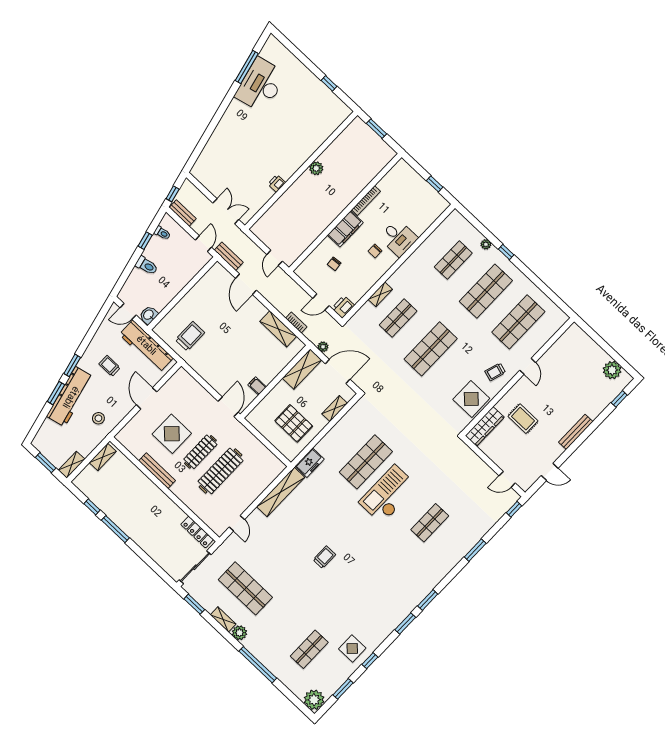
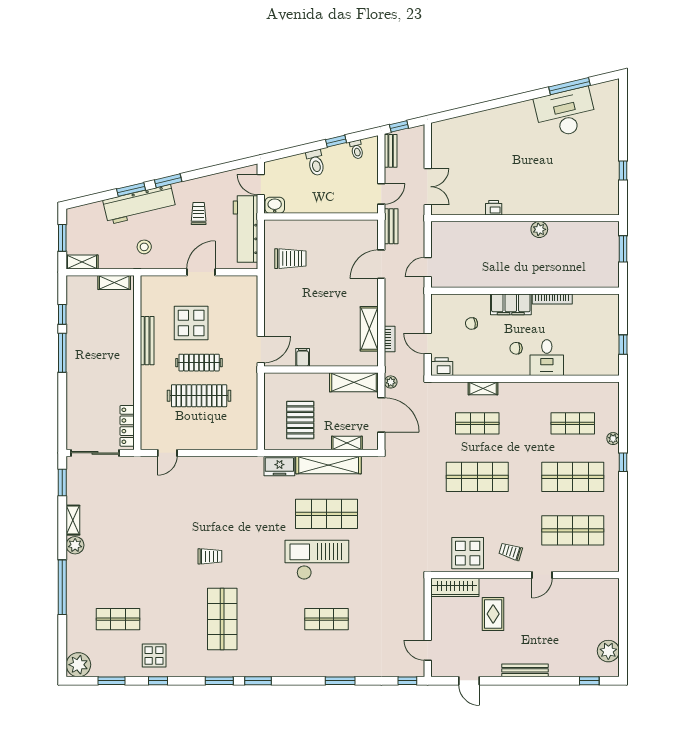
shelving: (281, 492) -> (329, 465), moved
shop shelf: (245, 588) -> (222, 619), moved

